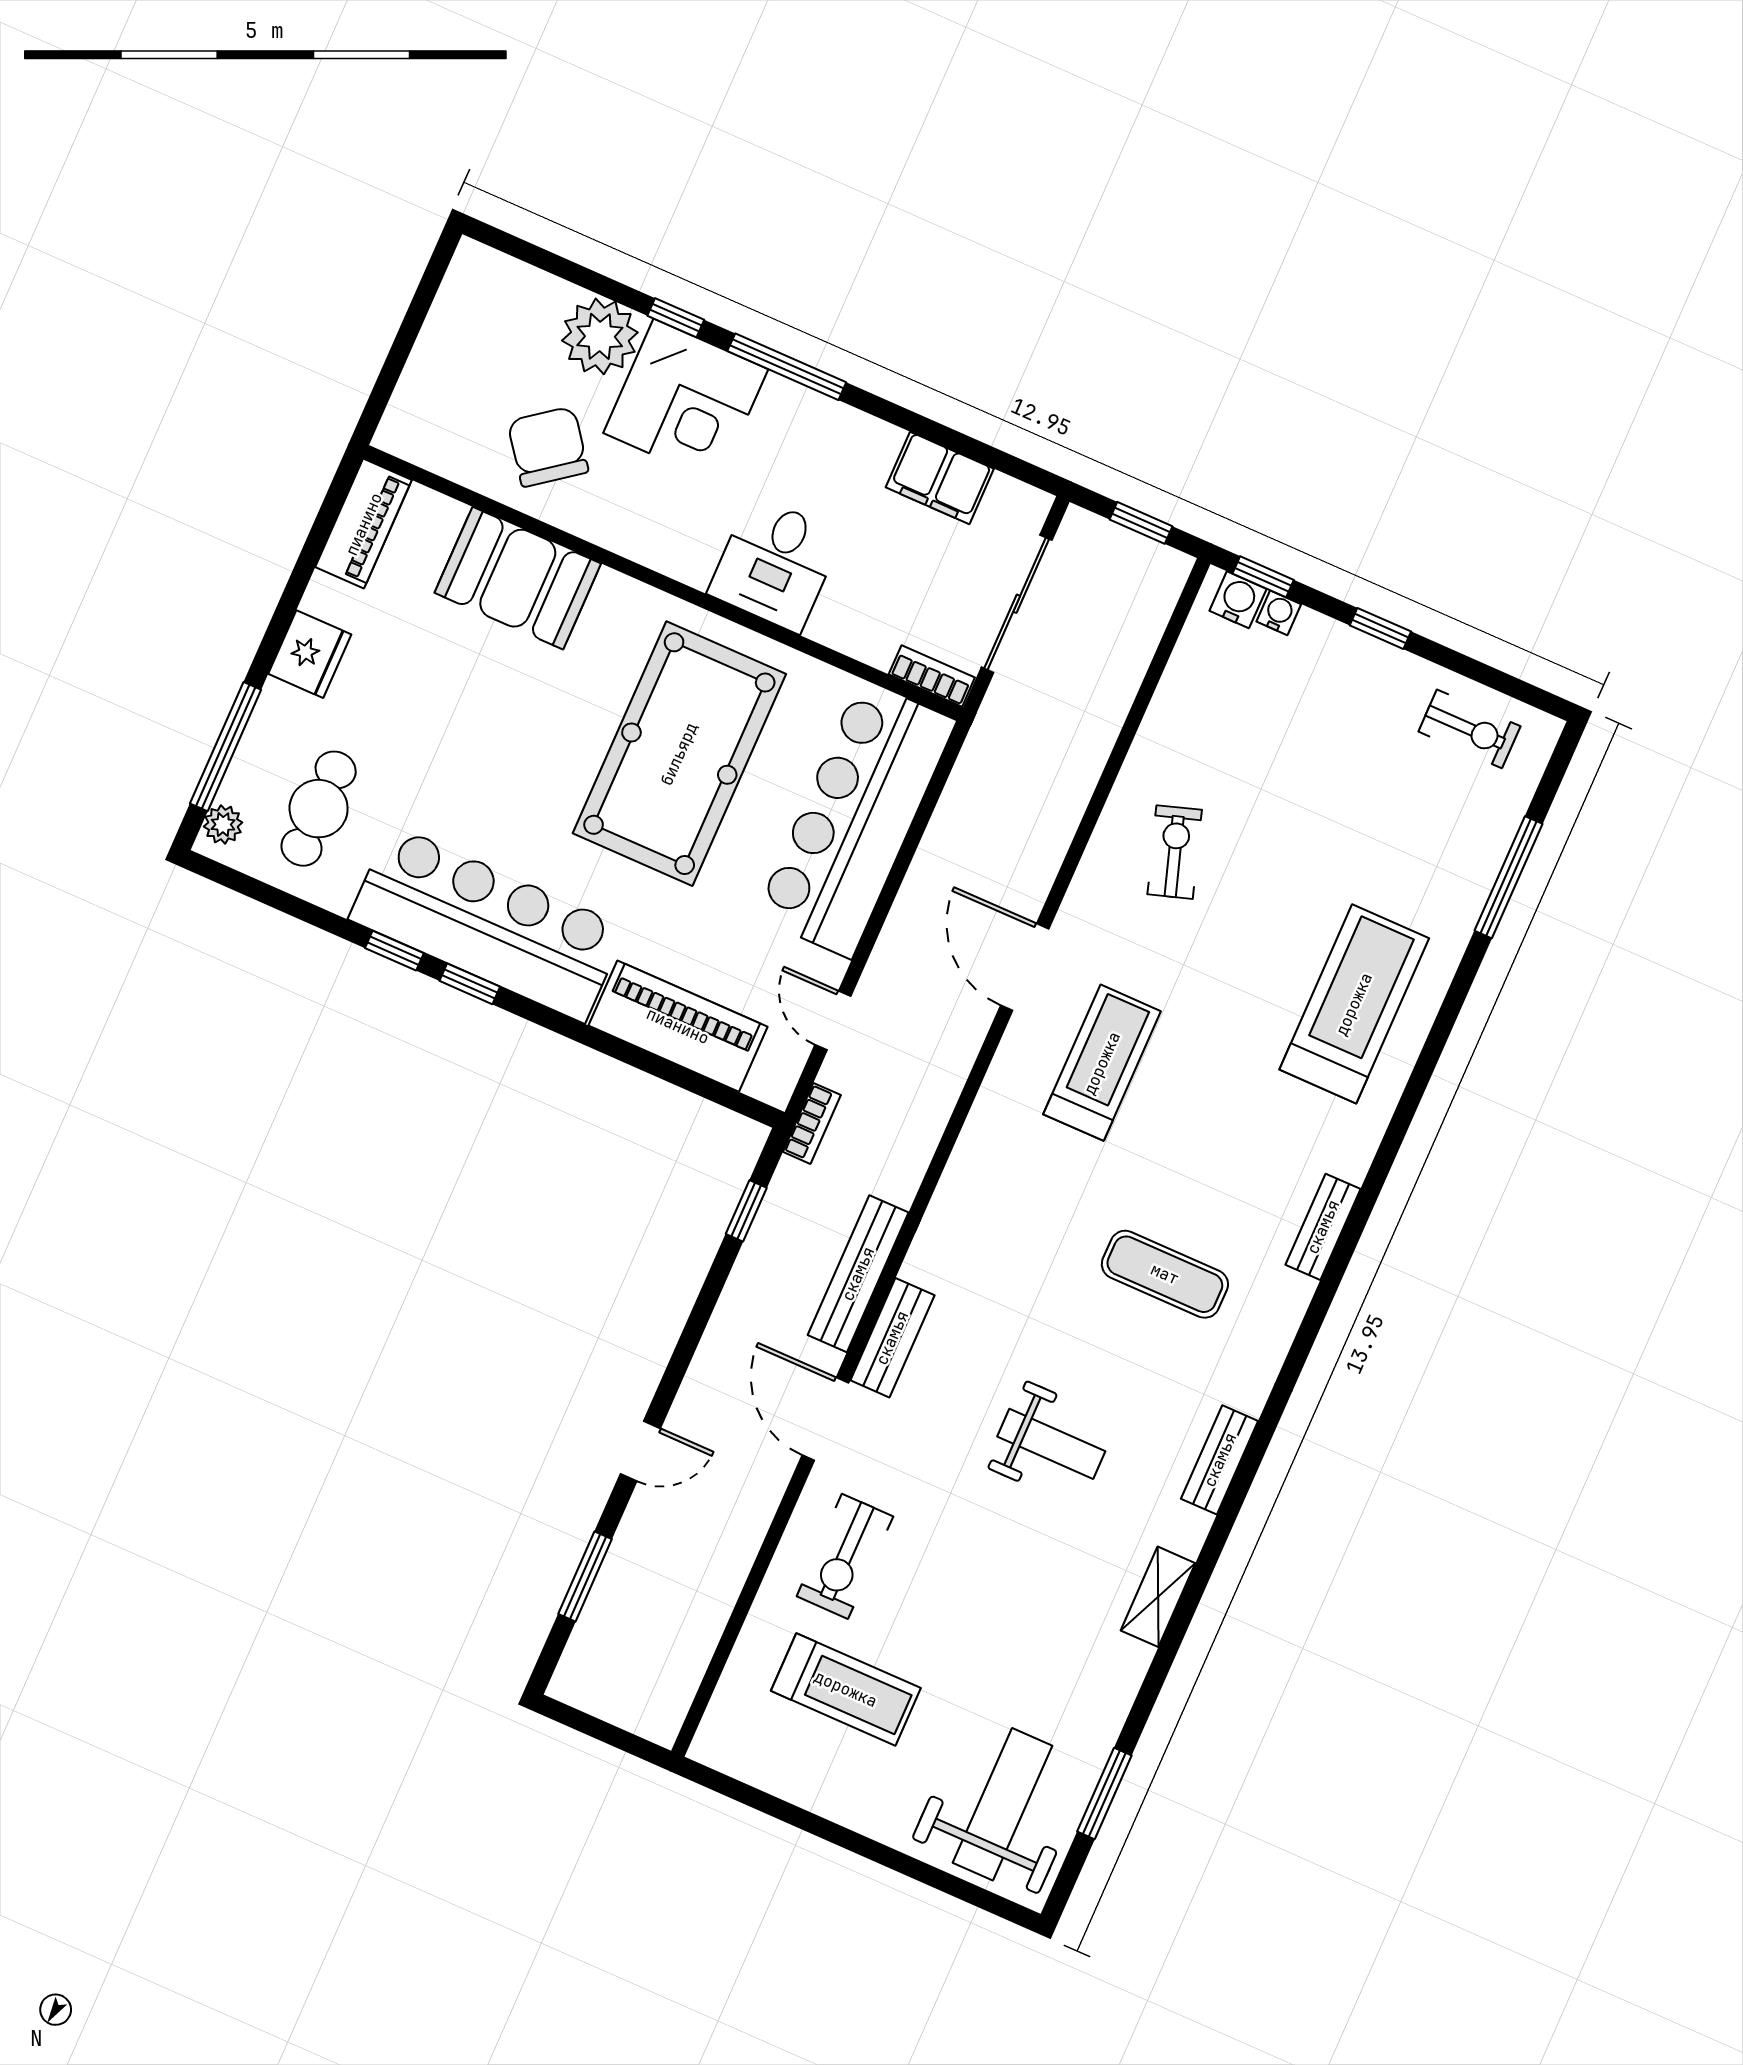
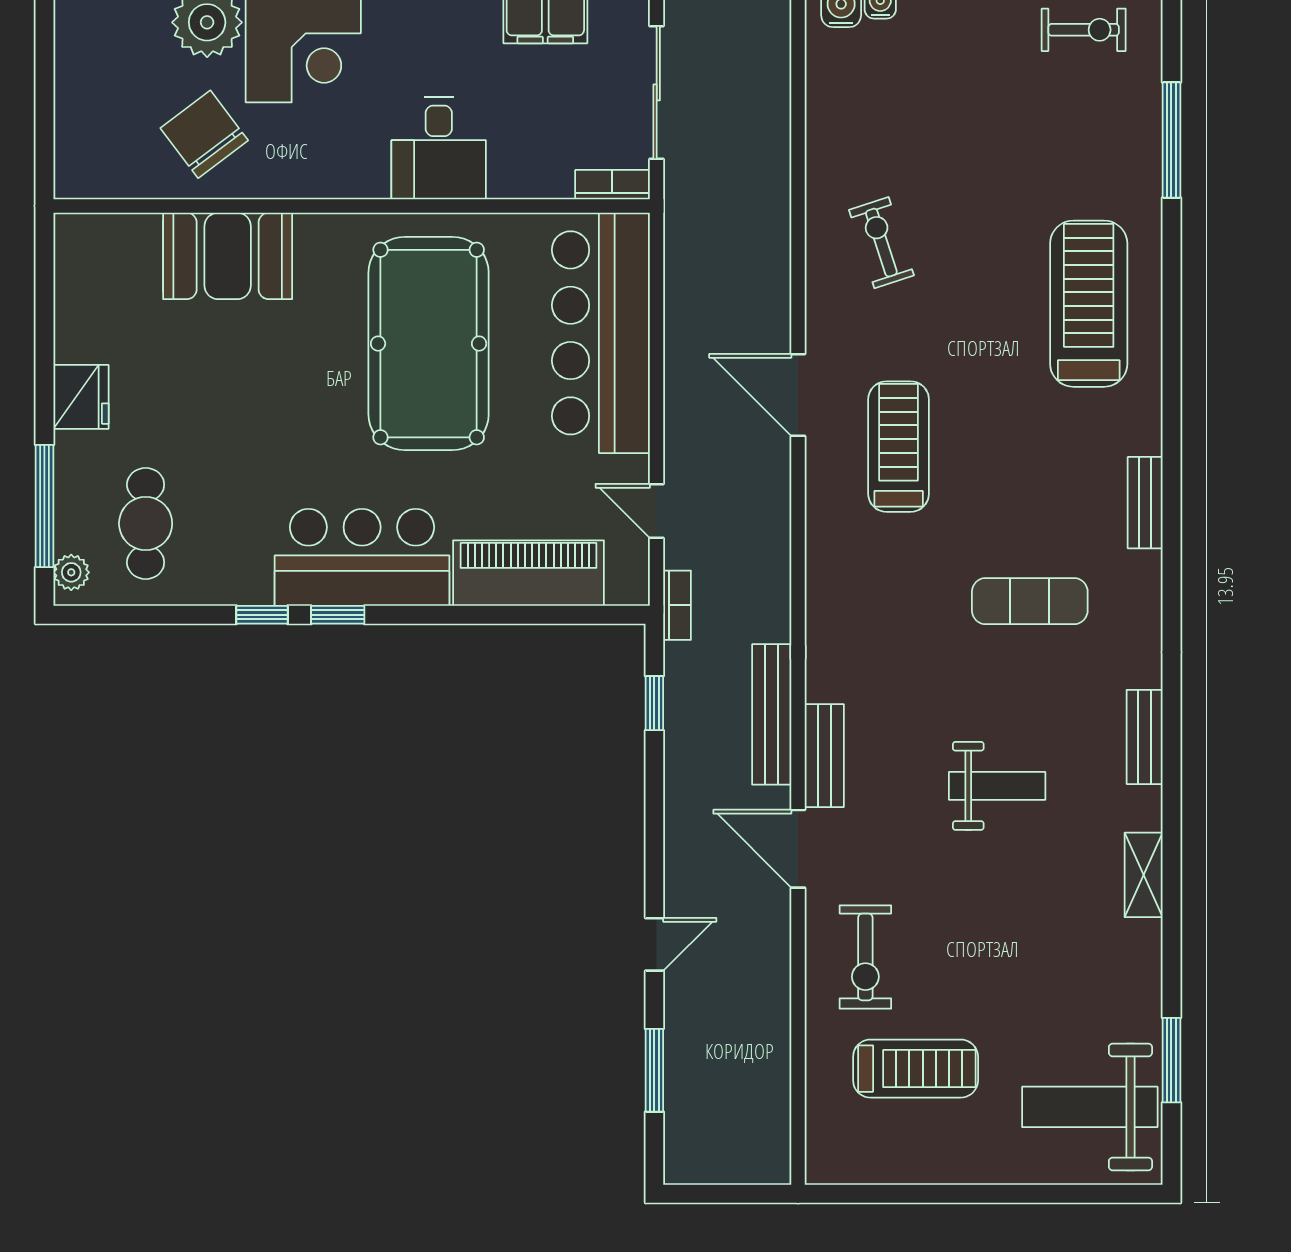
piano: (364, 524) -> (78, 267), removed
bar counter: (488, 923) -> (362, 557), width x0.73
weight bench: (1003, 1804) -> (1090, 1107), turned -90

